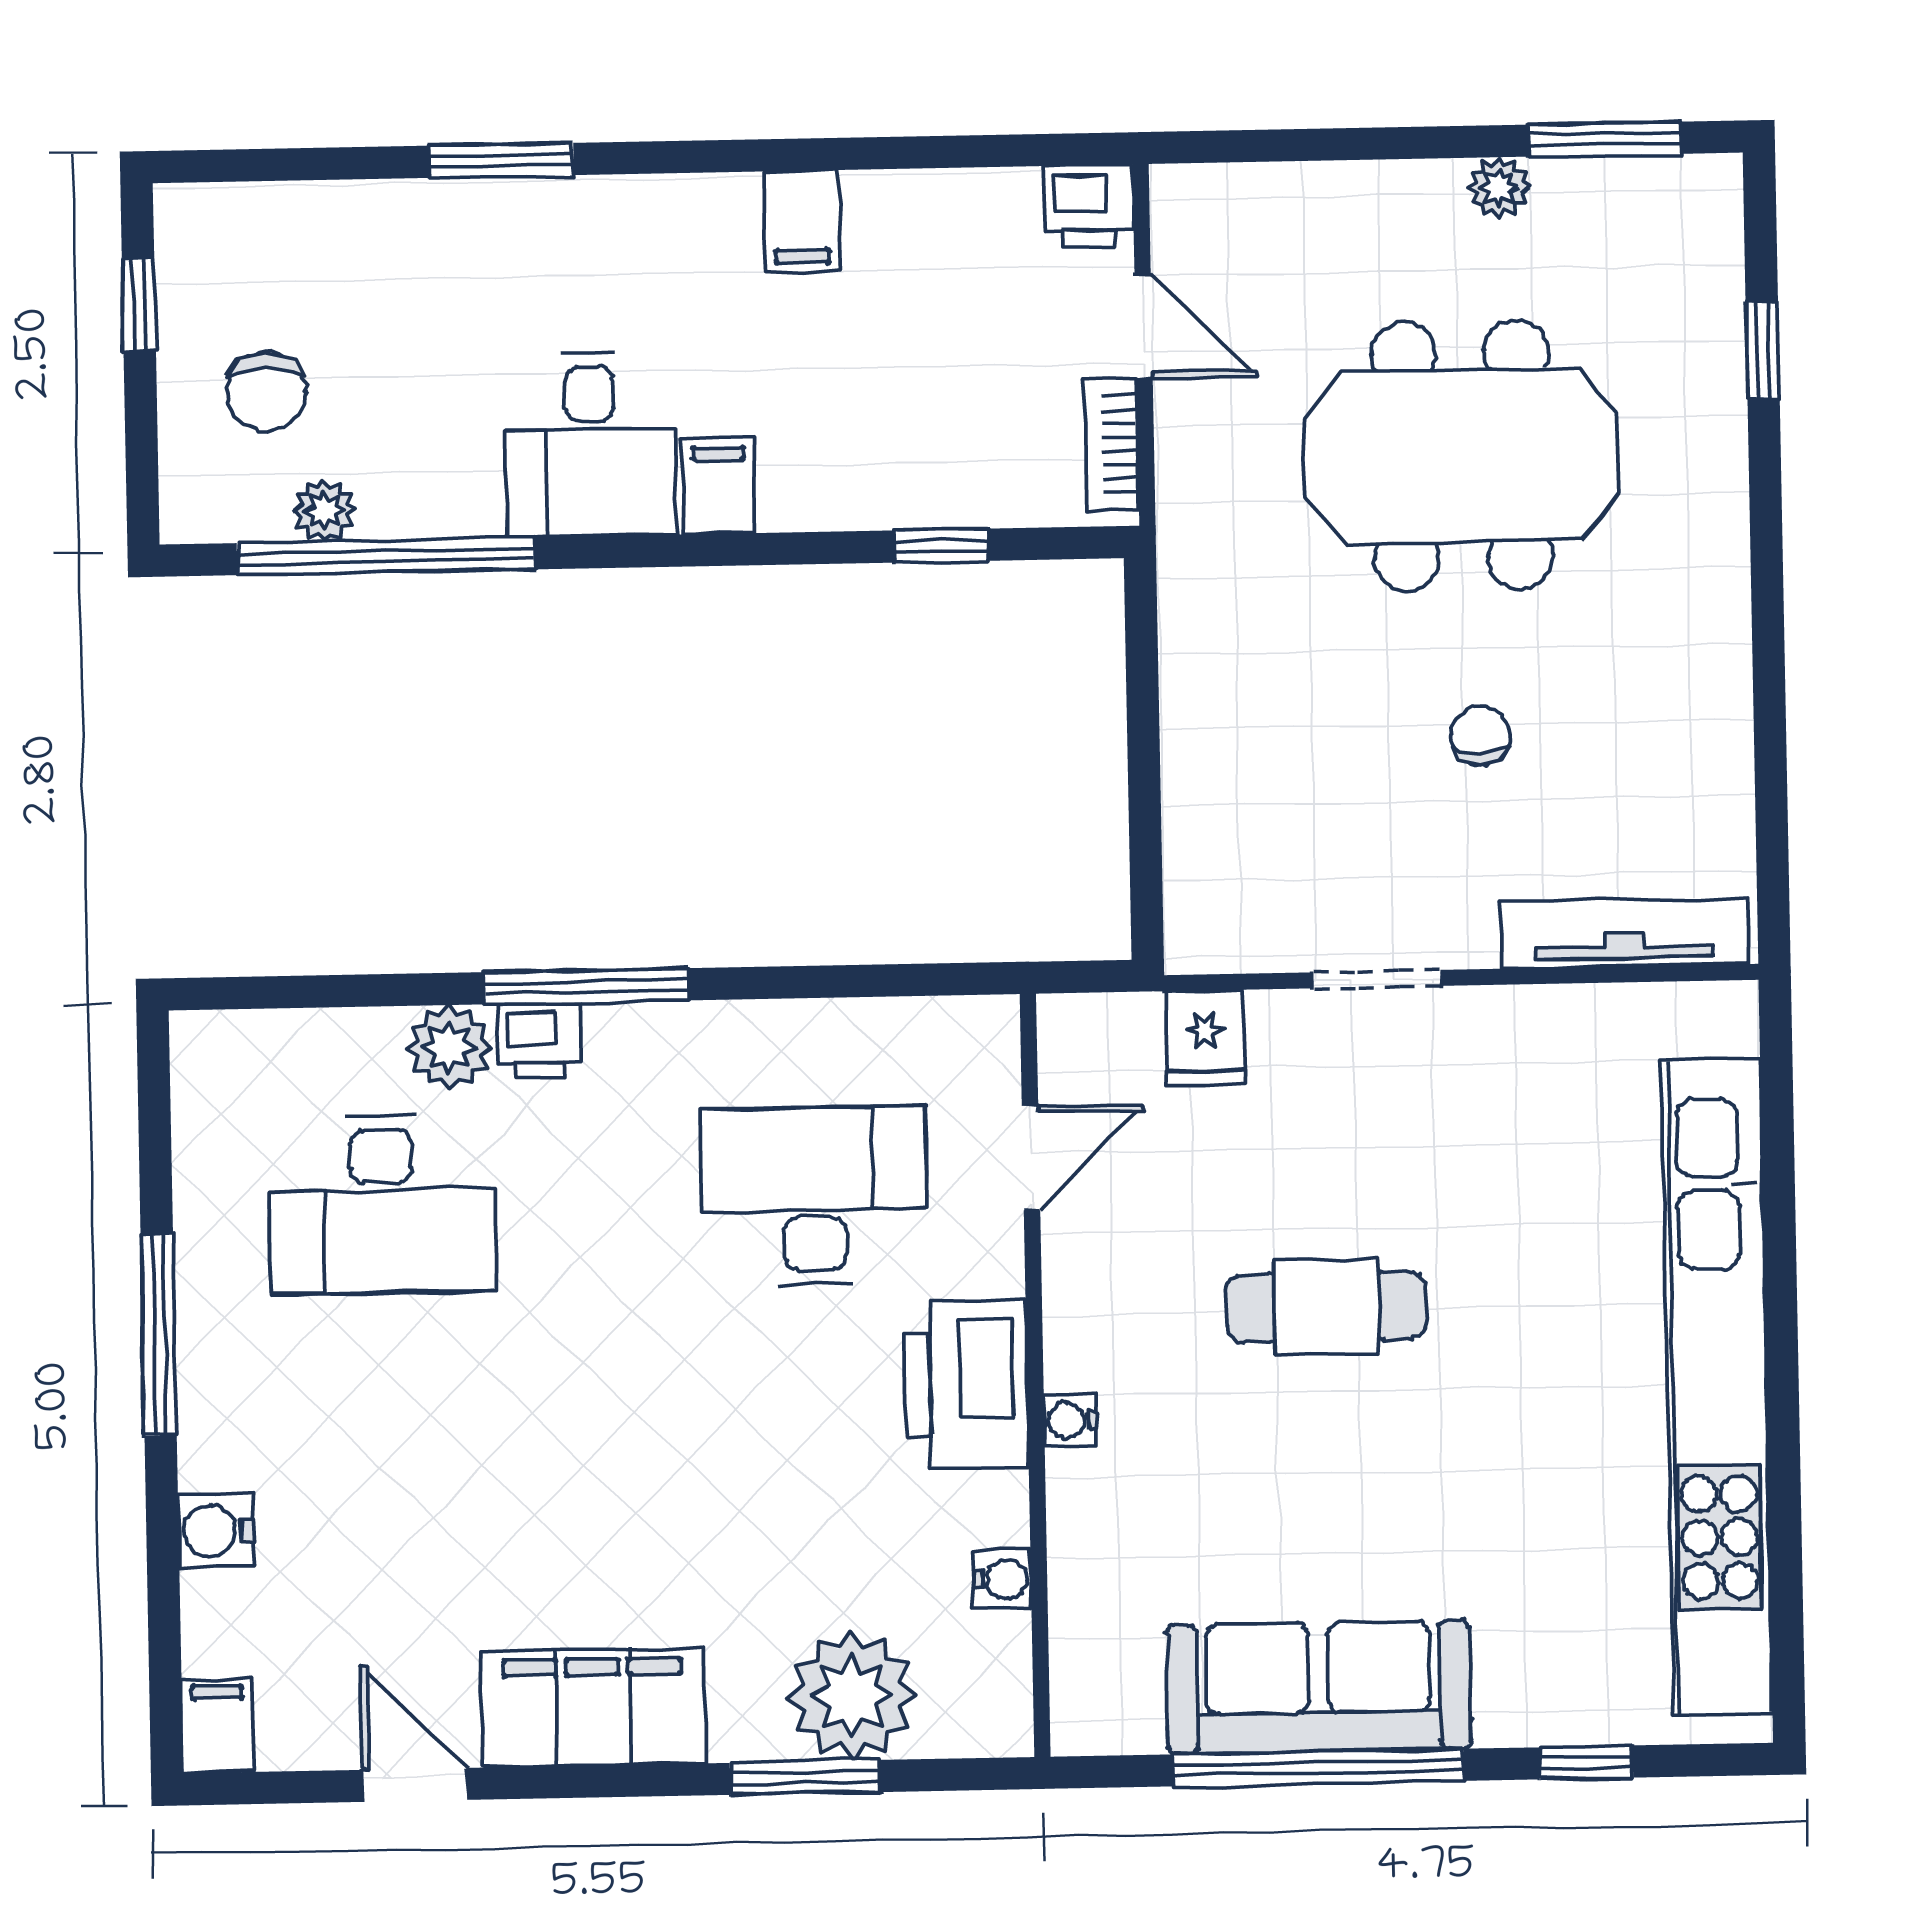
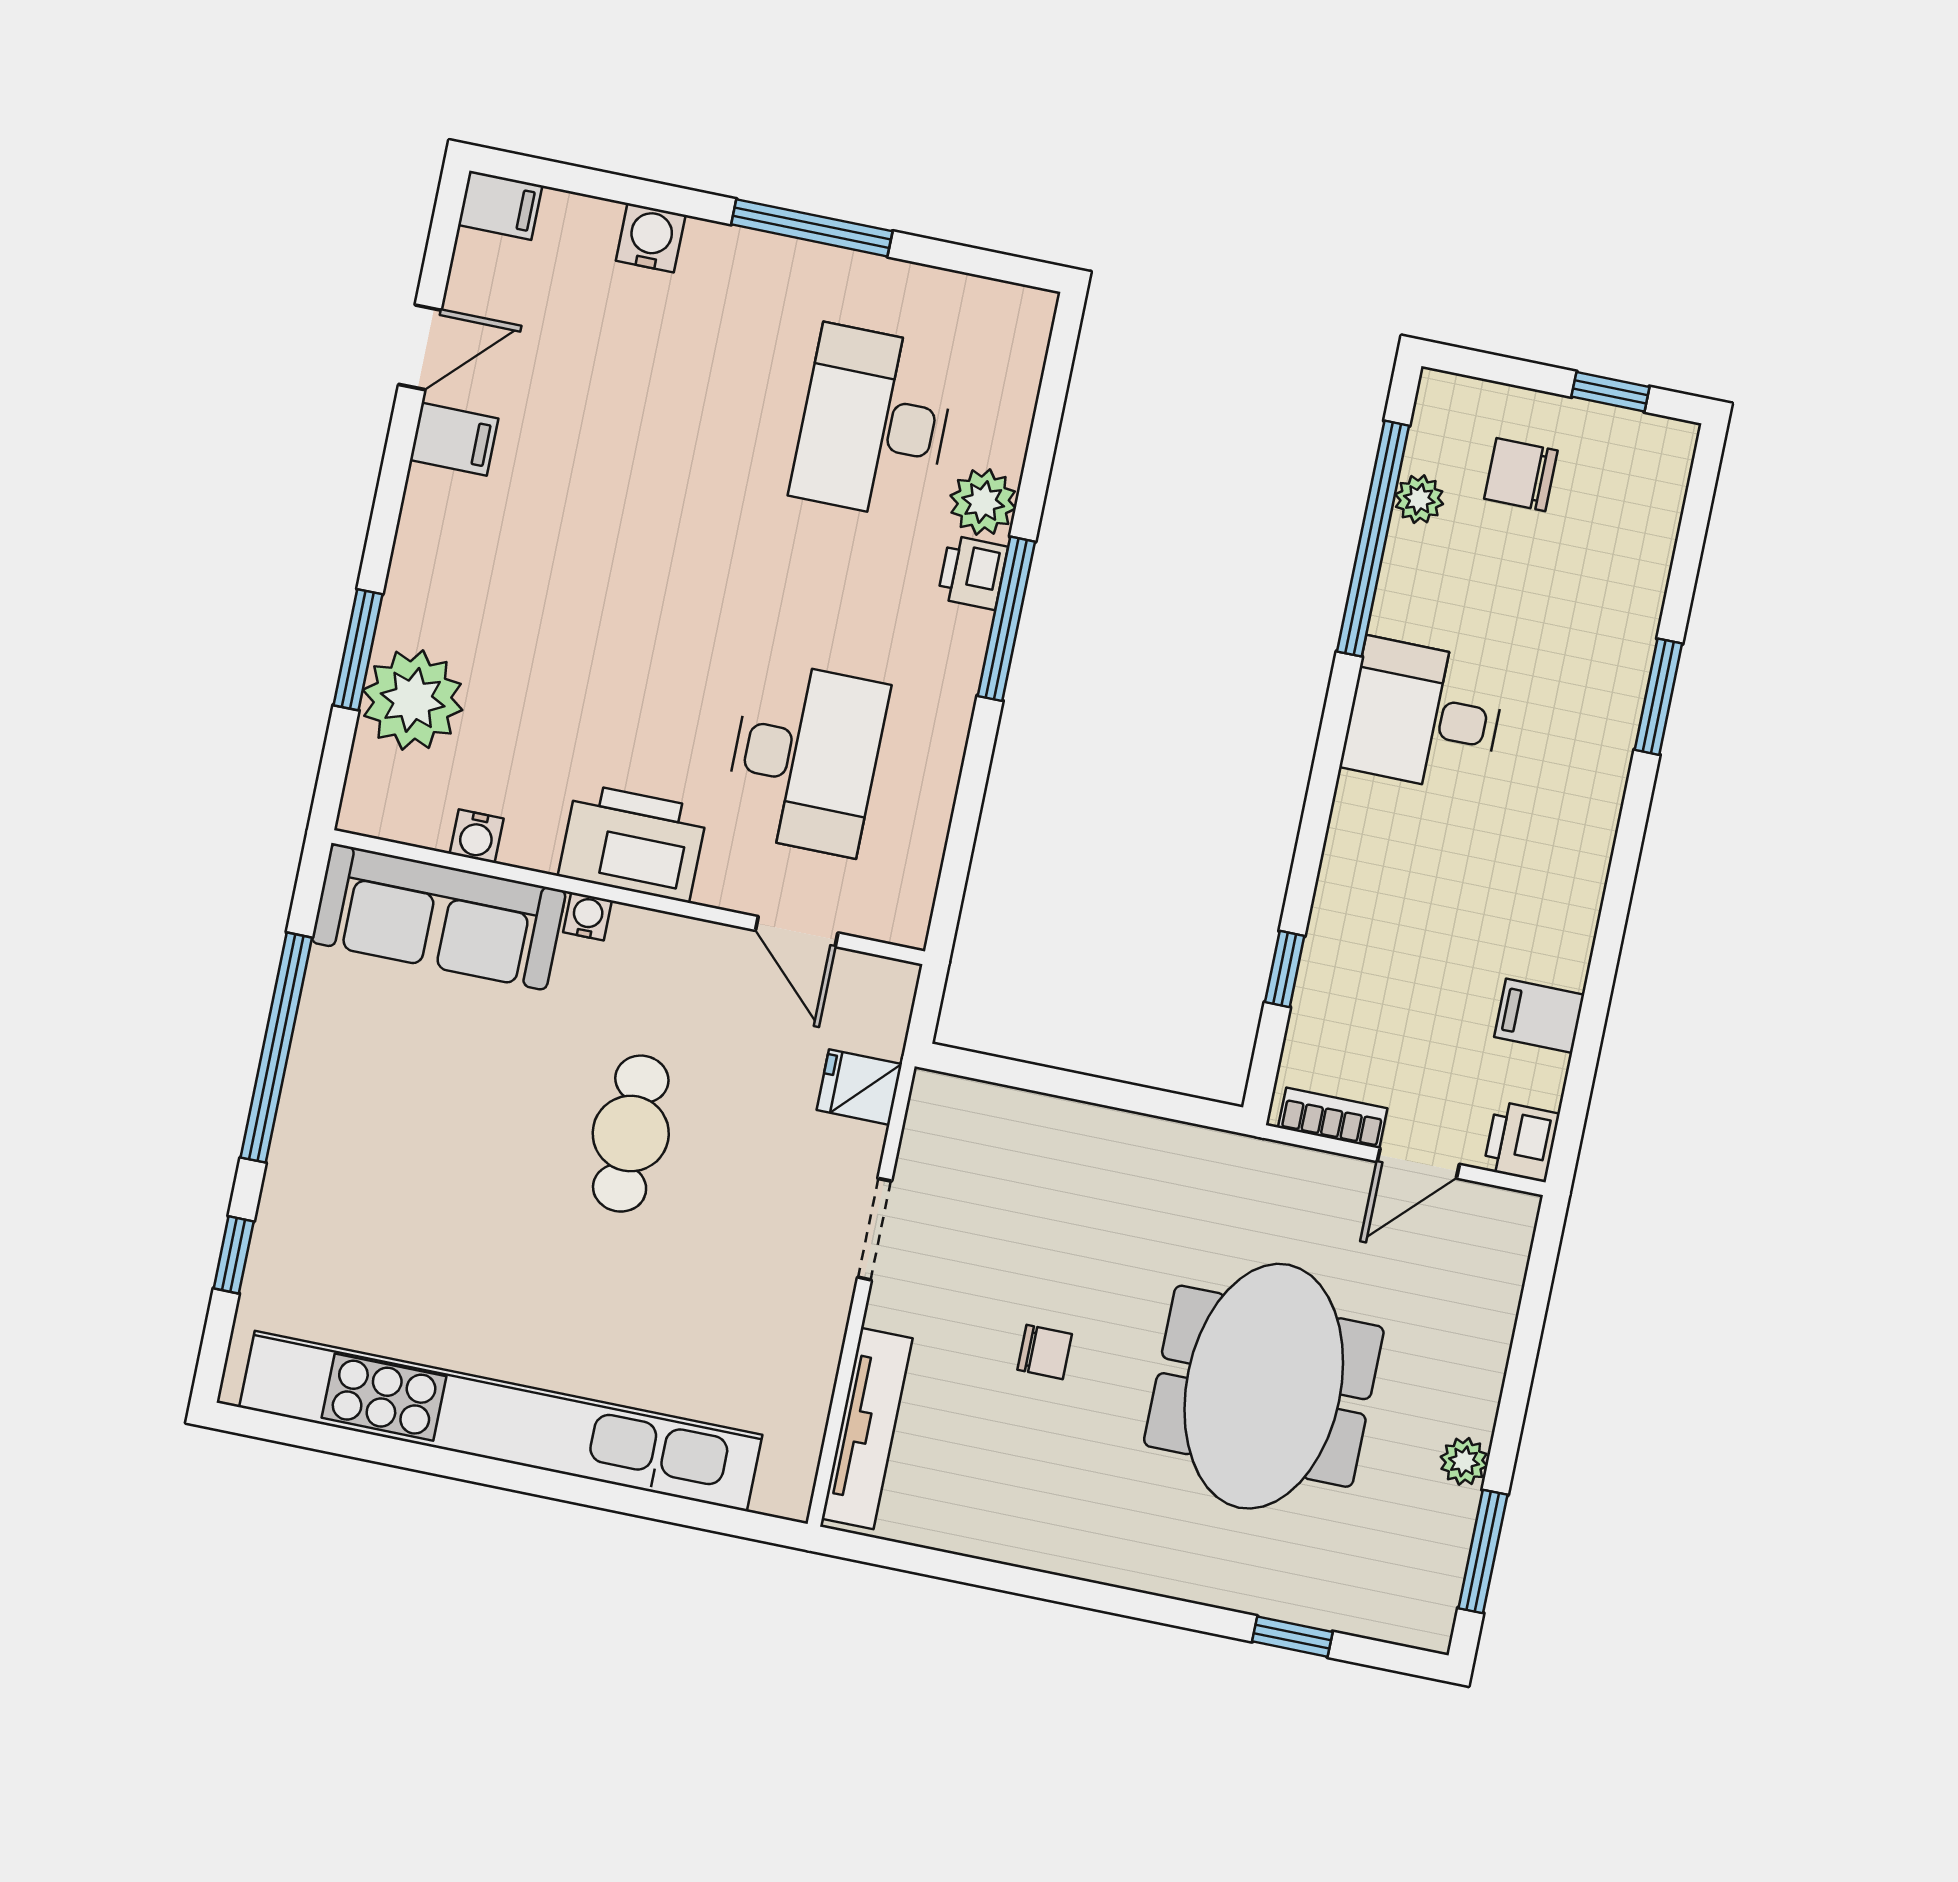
filing cabinet: (802, 221) -> (1539, 1016), moved
filing cabinet: (719, 486) -> (1369, 807), removed
sofa: (1318, 1687) -> (439, 917), moved, turned 90
filing cabinet: (593, 1708) -> (454, 439), width x0.33, depth x0.86

